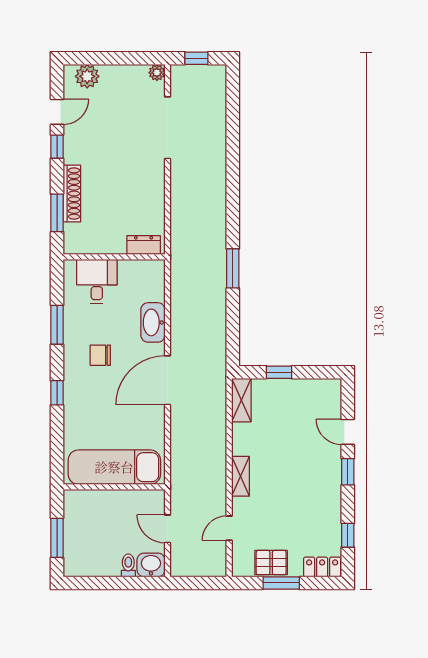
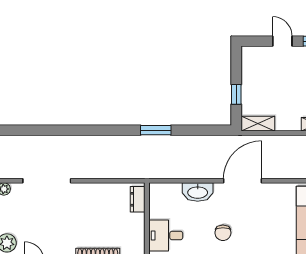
door: (167, 380) -> (242, 181), swing flipped
door: (348, 432) -> (282, 41), swing flipped

